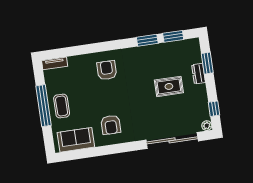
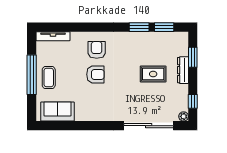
tv unit: (55, 63) -> (53, 36), width x1.41
dresser: (198, 74) -> (183, 70), width x1.44
armchair: (111, 125) -> (95, 74), moved, turned -90

